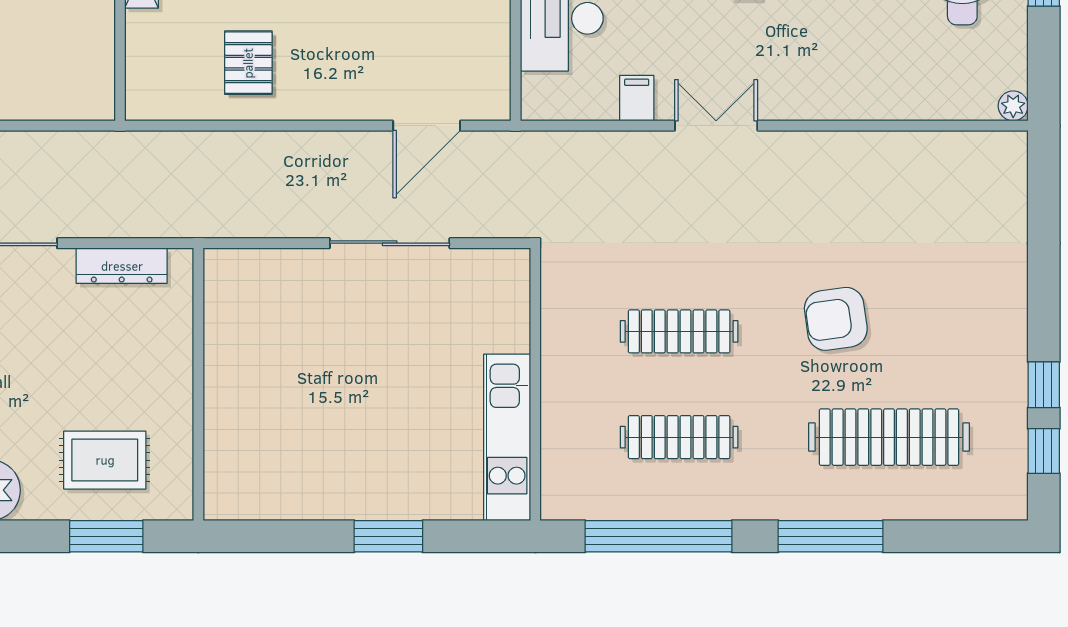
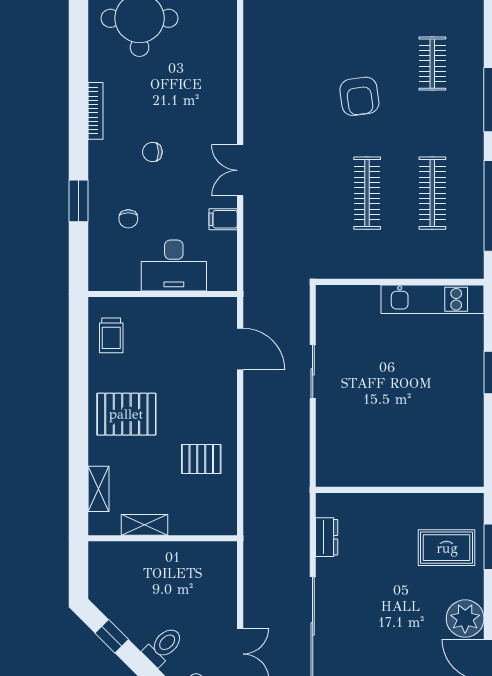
sliding door: (390, 243) -> (313, 372), width x0.73
dresser: (122, 266) -> (327, 537), width x0.70
clothes rail: (889, 437) -> (432, 64), width x0.54, depth x0.76
rug: (105, 460) -> (447, 548), turned 90

